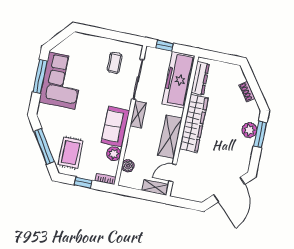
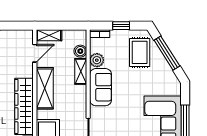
shelving: (138, 114) -> (81, 71), moved

